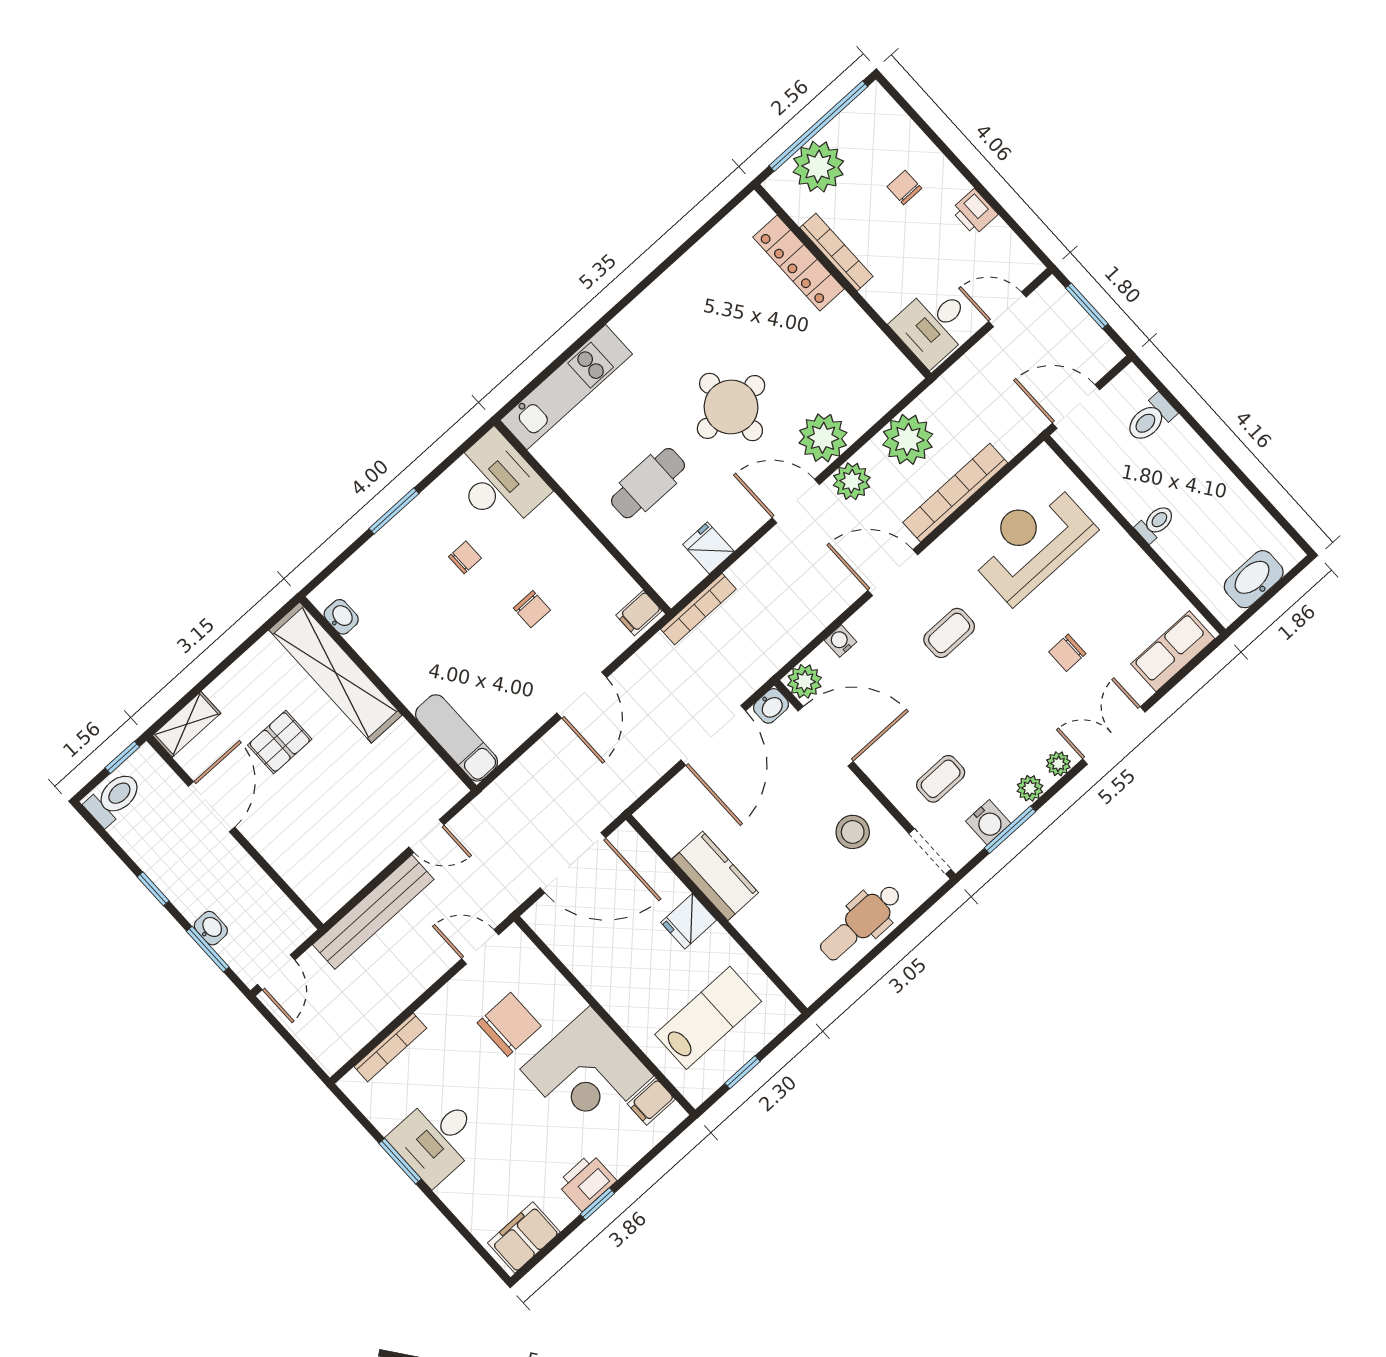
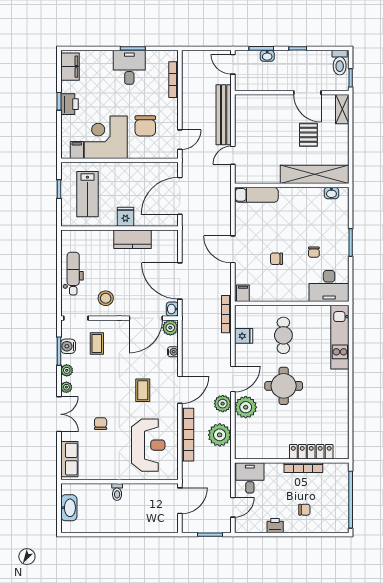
plant: (818, 167) -> (337, 487), removed
toilet: (1150, 419) -> (153, 522), removed

